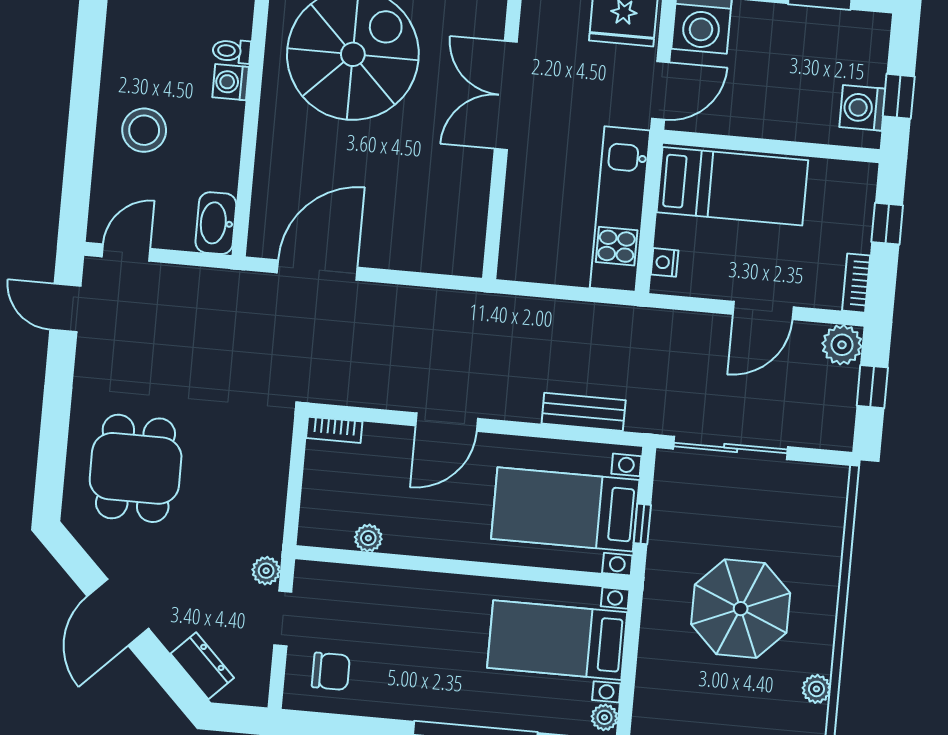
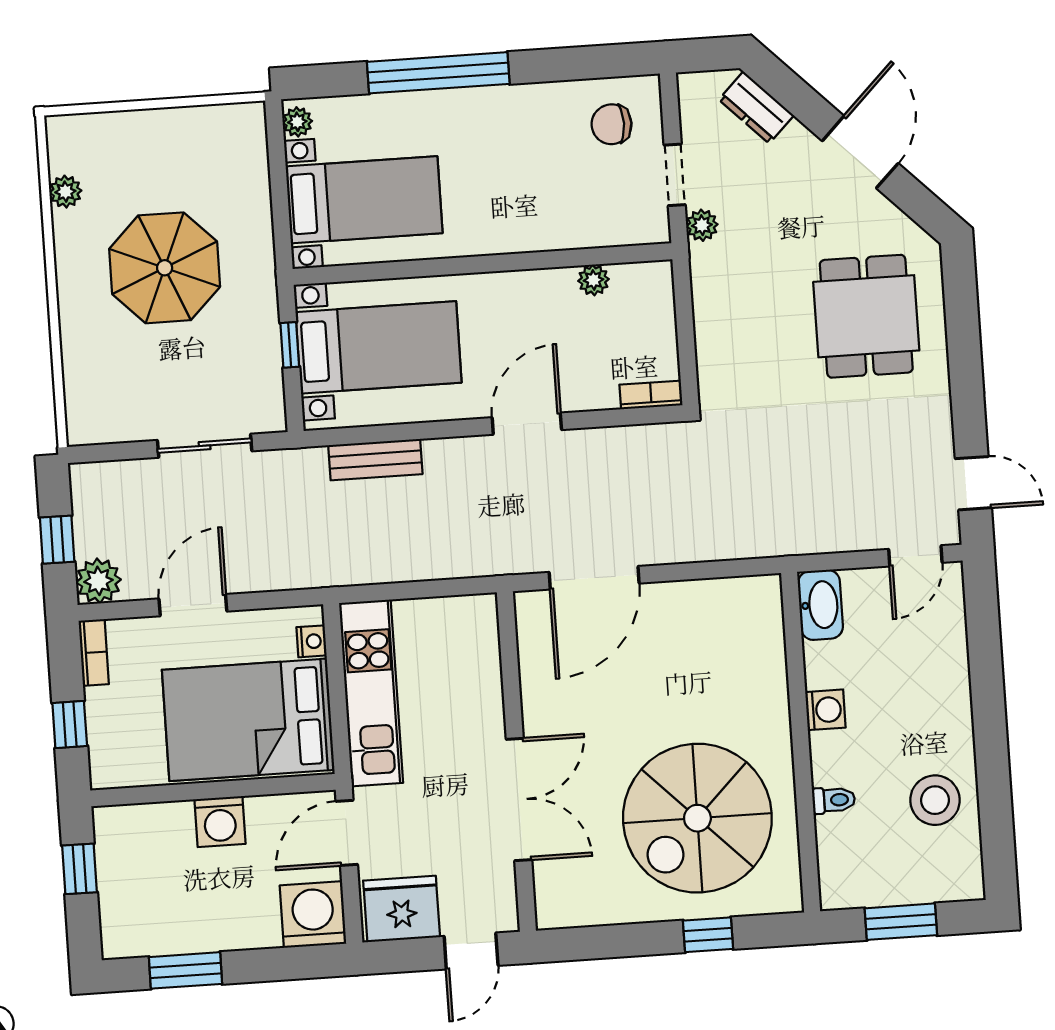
washing machine: (231, 82) -> (825, 710), moved
washing machine: (862, 108) -> (220, 822), moved, turned 90
stool: (144, 130) -> (935, 800), moved
bed: (732, 186) -> (248, 720), width x1.50
door: (317, 270) -> (594, 578), moved
sliding door: (731, 448) -> (205, 446), width x0.73

